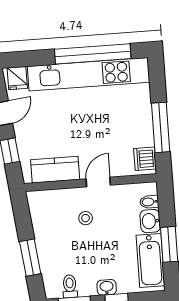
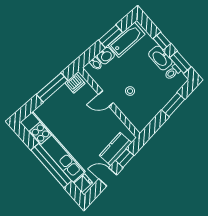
window: (93, 54) -> (51, 165), moved
kitchen counter: (55, 170) -> (115, 149), moved, turned 83
washbasin: (107, 287) -> (160, 58), width x1.91, depth x1.45

